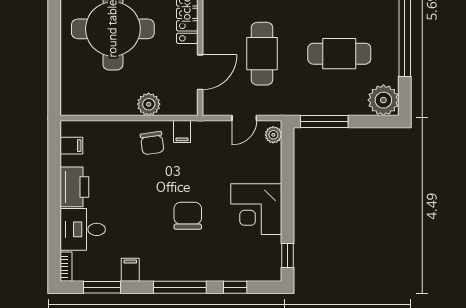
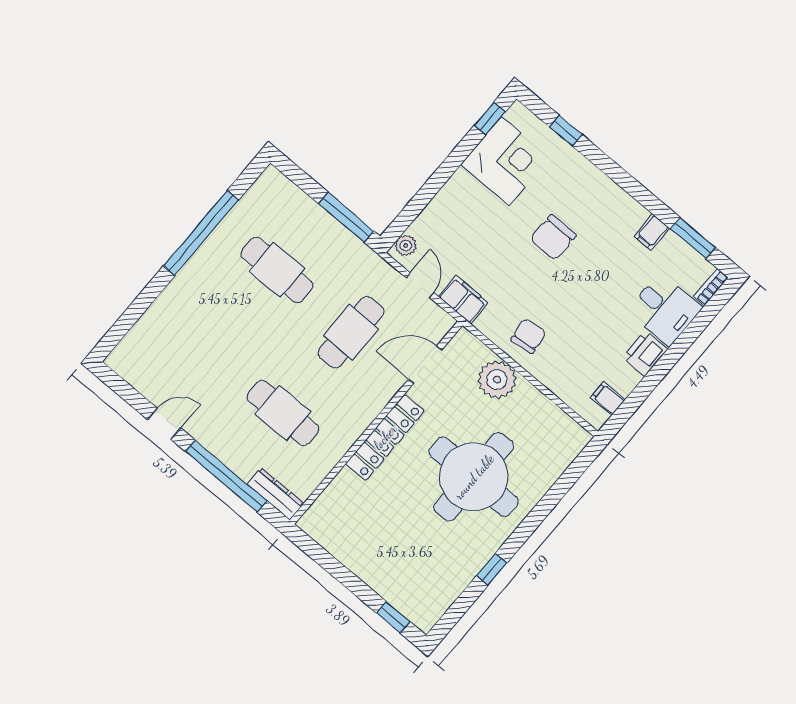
plant: (383, 100) -> (272, 190), removed
plant: (149, 104) -> (497, 380), width x1.36, depth x1.36
door: (244, 118) -> (420, 285), hinge flipped
filing cabinet: (182, 131) -> (463, 300), moved, width x2.00
printer: (74, 187) -> (645, 353), width x0.73, depth x0.84
corner desk: (256, 209) -> (505, 161), moved
window: (180, 287) -> (619, 175), removed

